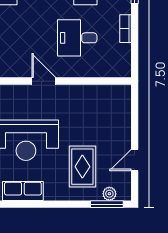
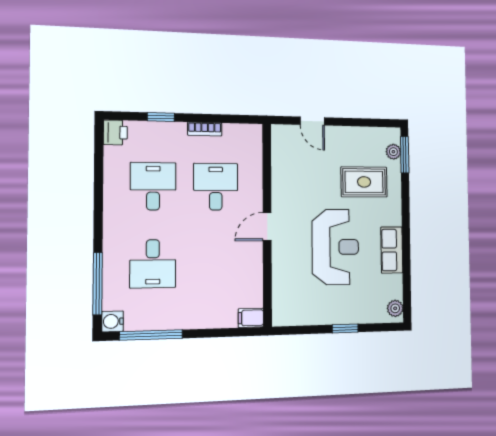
desk: (77, 38) -> (216, 187), turned 180
door: (135, 160) -> (312, 121), moved

